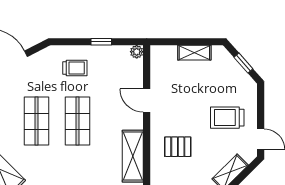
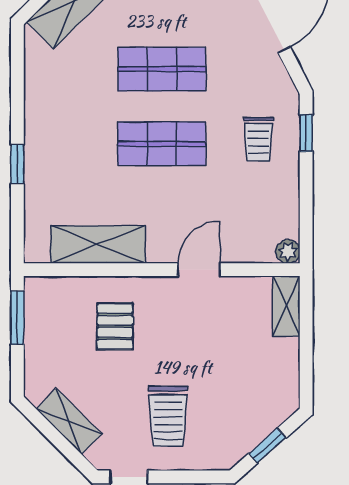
window: (101, 42) -> (306, 133), moved
shelving: (194, 53) -> (286, 306), moved
trolley: (227, 118) -> (168, 416), turned 180

